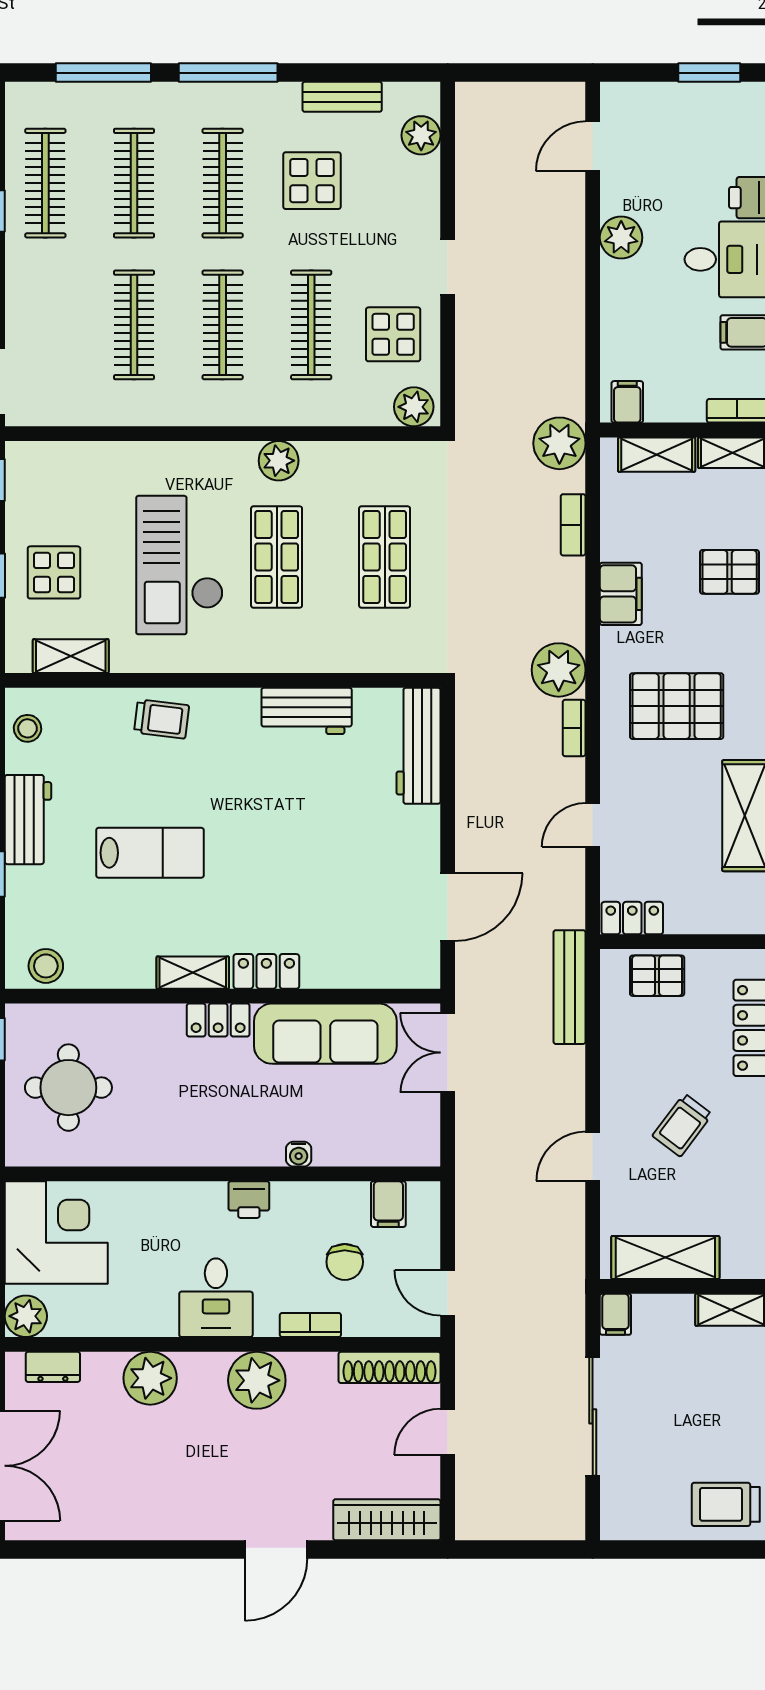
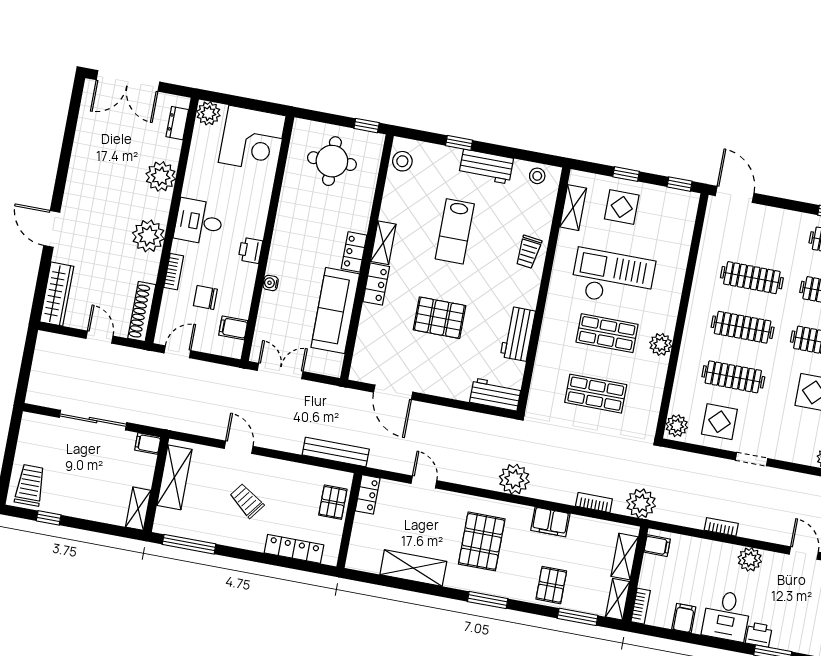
bookcase: (574, 728) -> (721, 527), moved
workbench: (418, 746) -> (495, 394), width x0.73
pallet: (304, 851) -> (439, 318), added
double door: (448, 1053) -> (280, 371), moved

